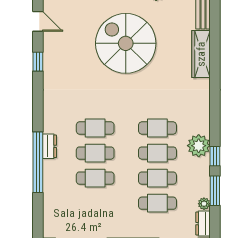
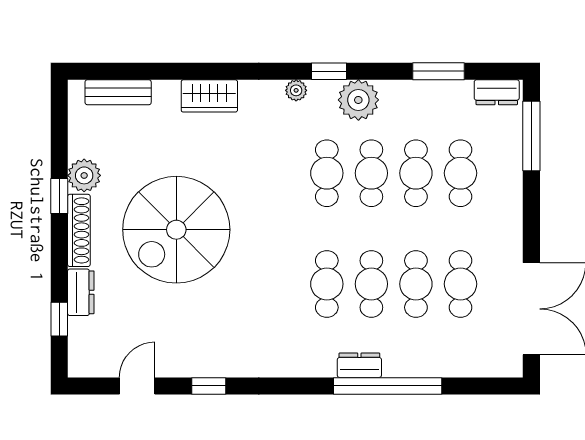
wardrobe: (201, 54) -> (209, 96), width x0.67
window: (215, 156) -> (329, 71), moved
cafe table: (95, 203) -> (460, 284), added
plant: (204, 204) -> (296, 90), moved

